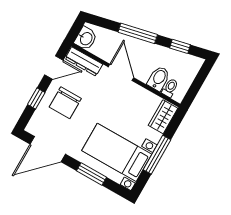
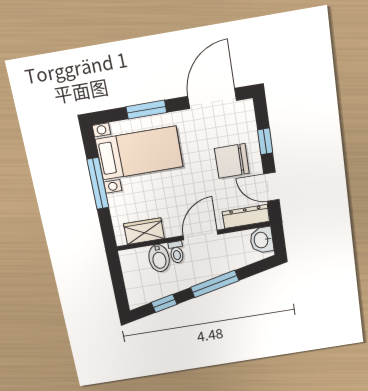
door: (54, 68) -> (271, 187), hinge flipped
door: (121, 72) -> (201, 235), swing flipped
toilet: (170, 88) -> (176, 252), moved
chair: (65, 103) -> (232, 161), turned -90
wardrobe: (163, 117) -> (144, 231), moved, turned -90

